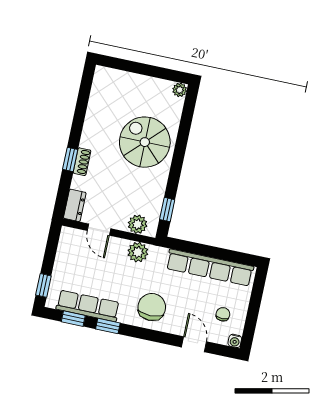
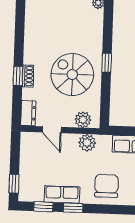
spiral stairs: (145, 142) -> (72, 75), moved
window: (167, 210) -> (107, 63), moved
row of seats: (88, 306) -> (62, 194), width x0.68

